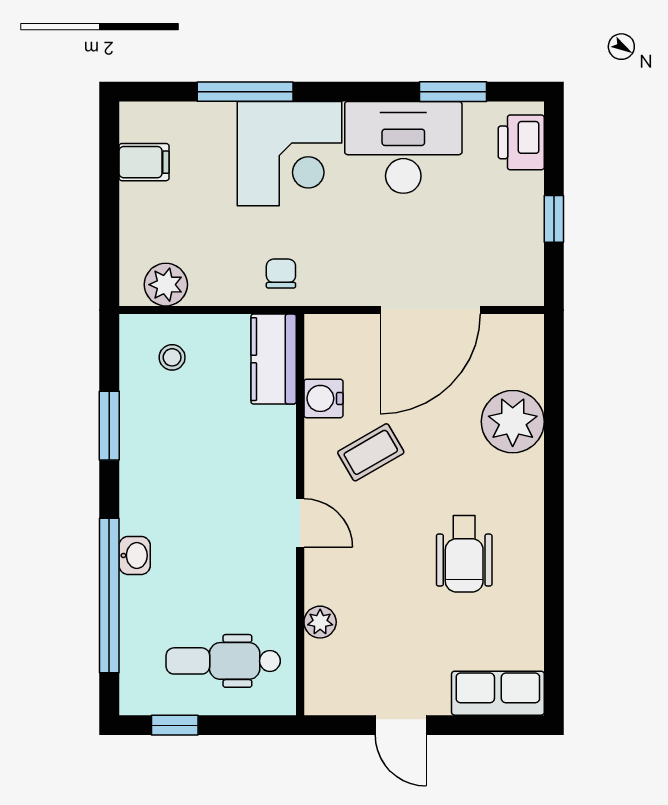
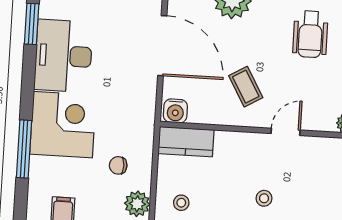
chair: (281, 274) -> (118, 165), moved
water cooler: (323, 398) -> (175, 111), moved
stool: (188, 494) -> (264, 198), added
wheelchair: (464, 554) -> (310, 34), turned 90

